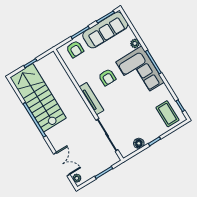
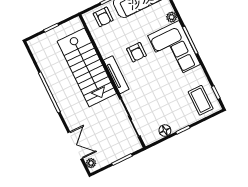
stairs: (38, 98) -> (87, 67), moved, turned 180

